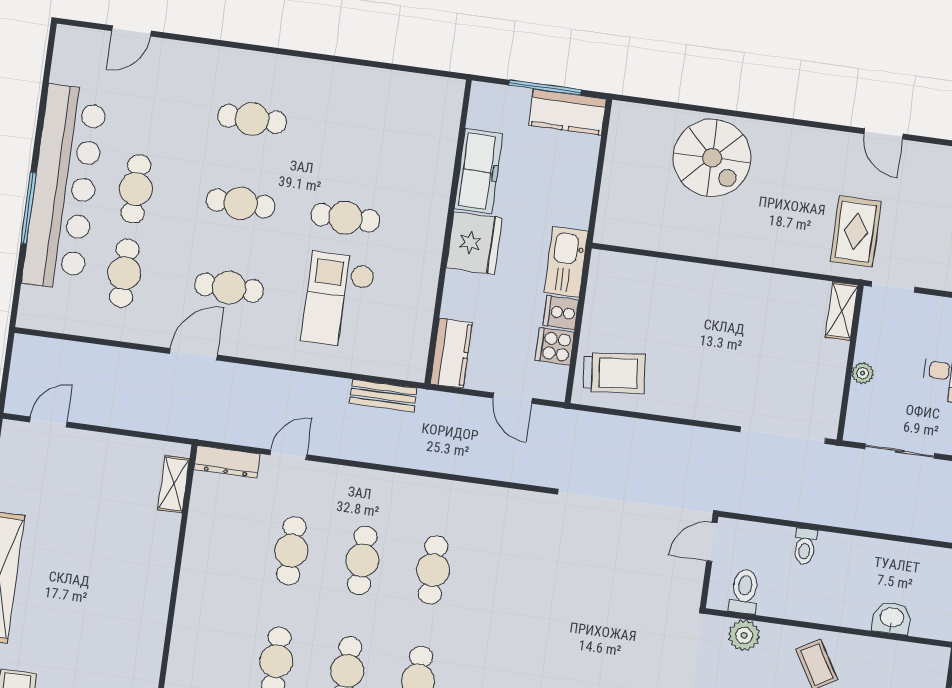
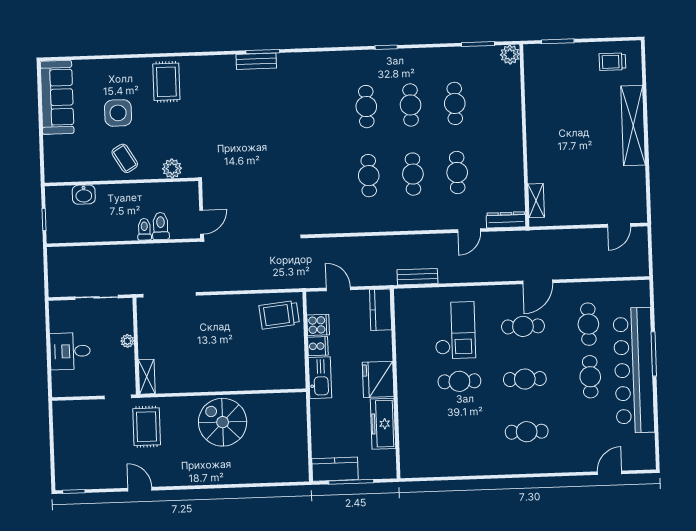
spiral stairs: (712, 158) -> (223, 422), moved
toilet: (744, 591) -> (161, 226), moved, turned 180

